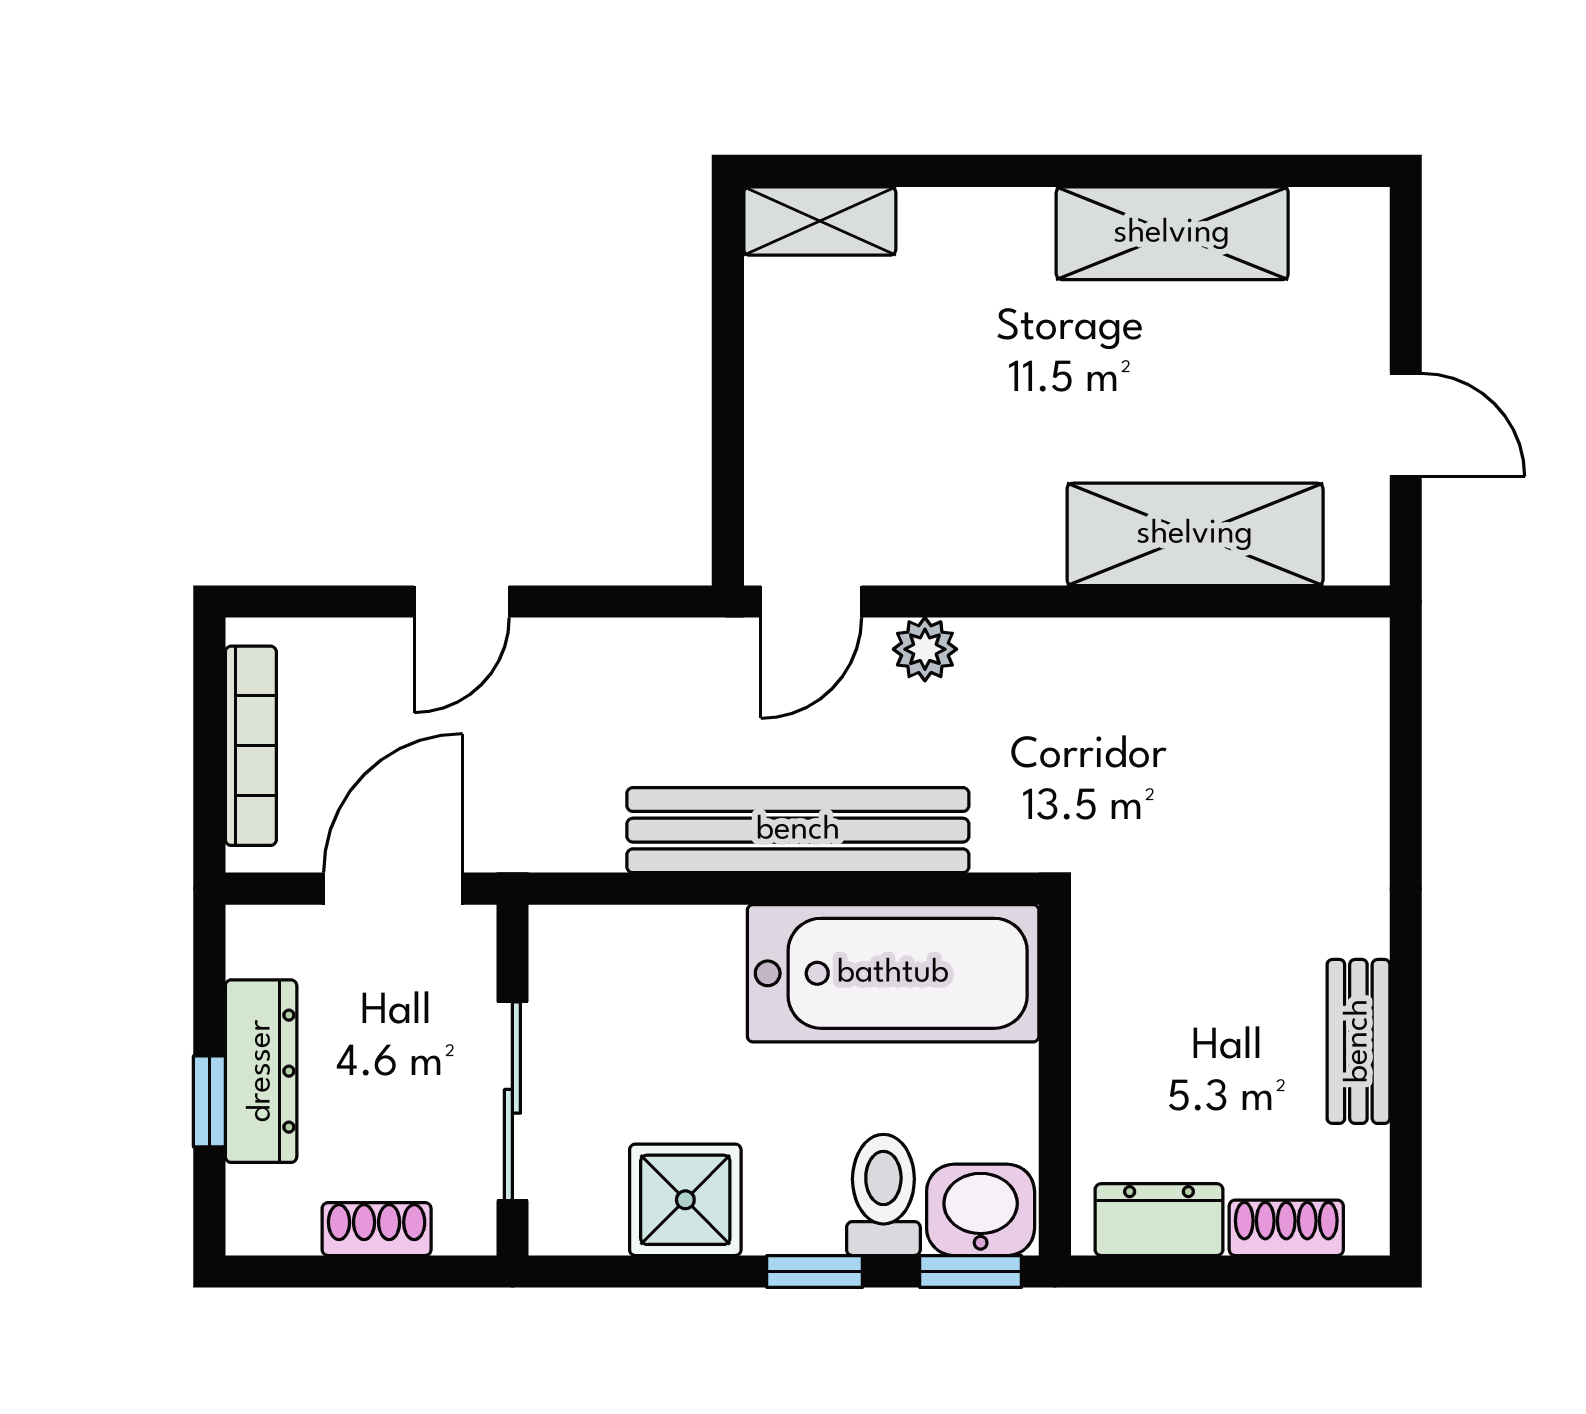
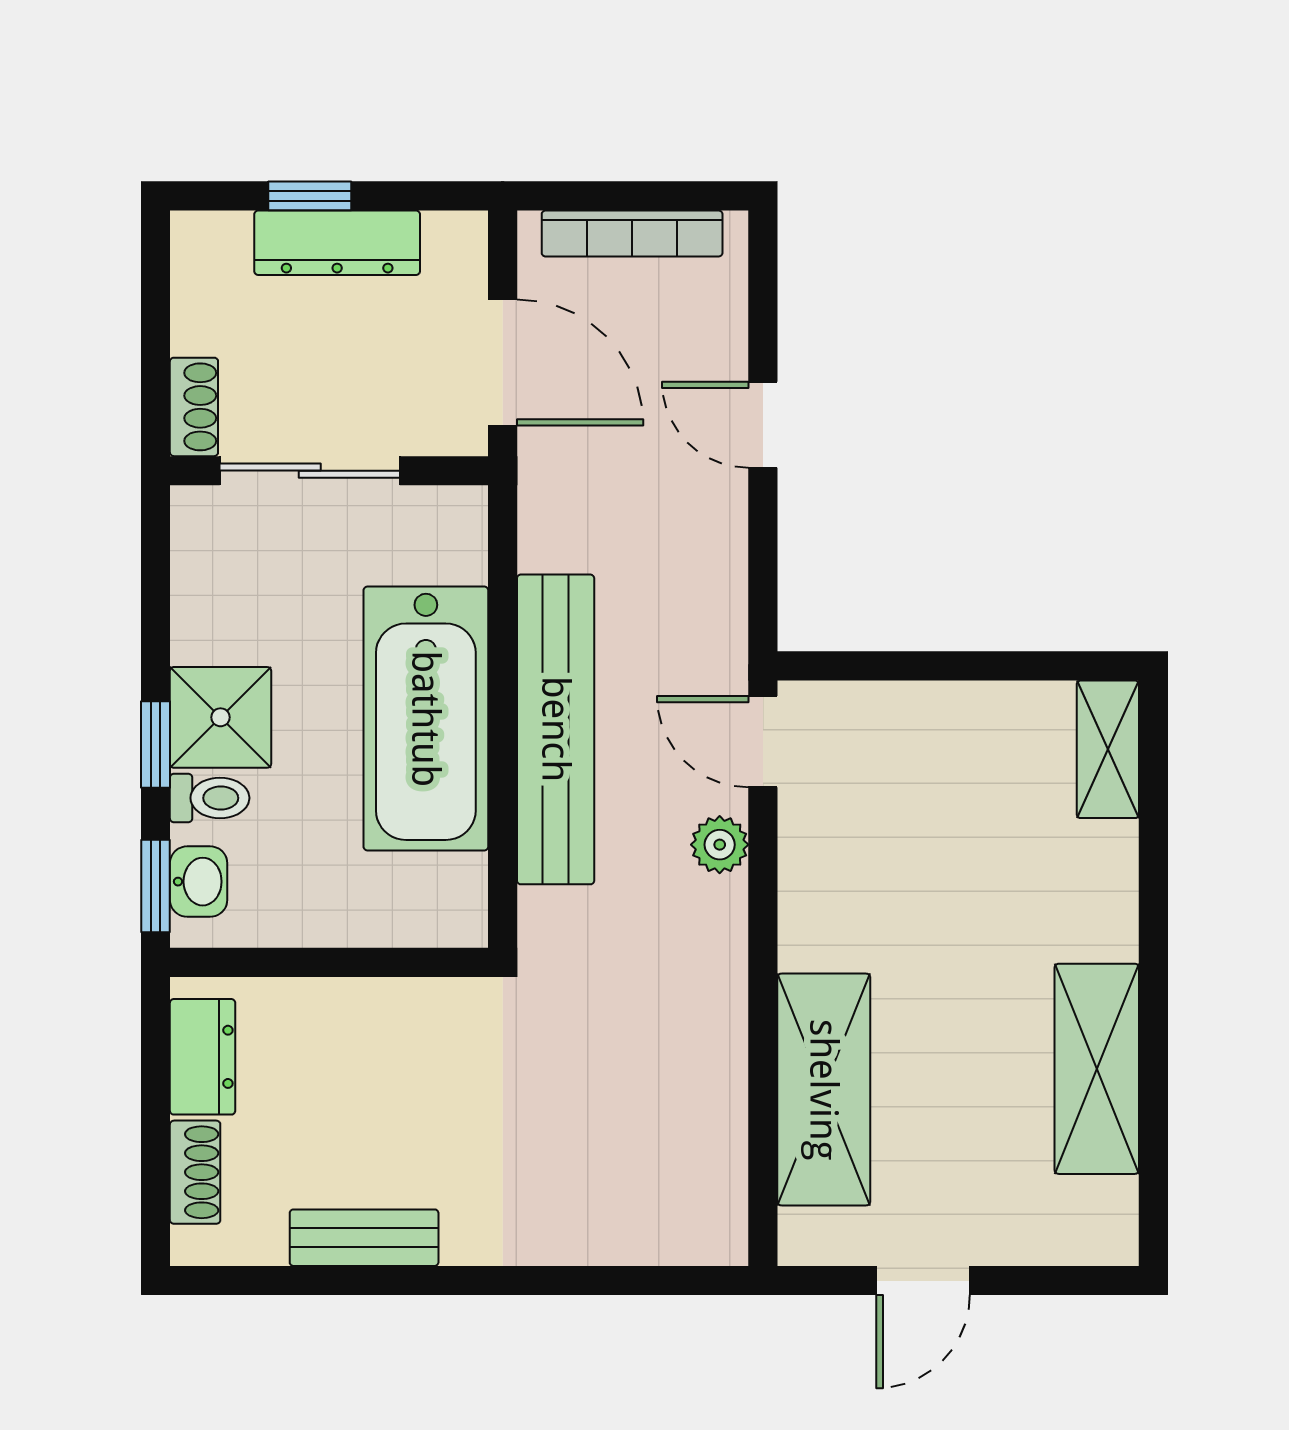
bathtub: (893, 973) -> (426, 719), moved
toilet: (883, 1195) -> (210, 798), width x0.73, depth x0.72
shower: (685, 1200) -> (221, 717), moved
washbasin: (981, 1210) -> (199, 882), width x0.72, depth x0.69
shoe rack: (377, 1229) -> (194, 407), moved

